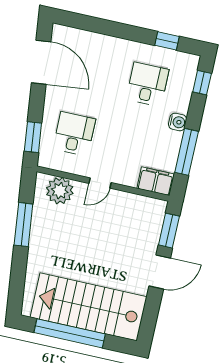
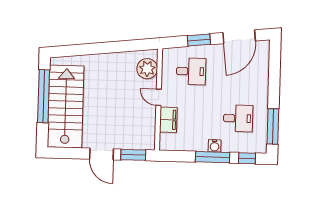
window: (167, 41) -> (273, 126), width x2.17
window: (33, 137) -> (199, 40), moved
window: (187, 152) -> (213, 157), moved
filing cabinet: (156, 181) -> (168, 120), moved
window: (23, 225) -> (117, 47), removed

